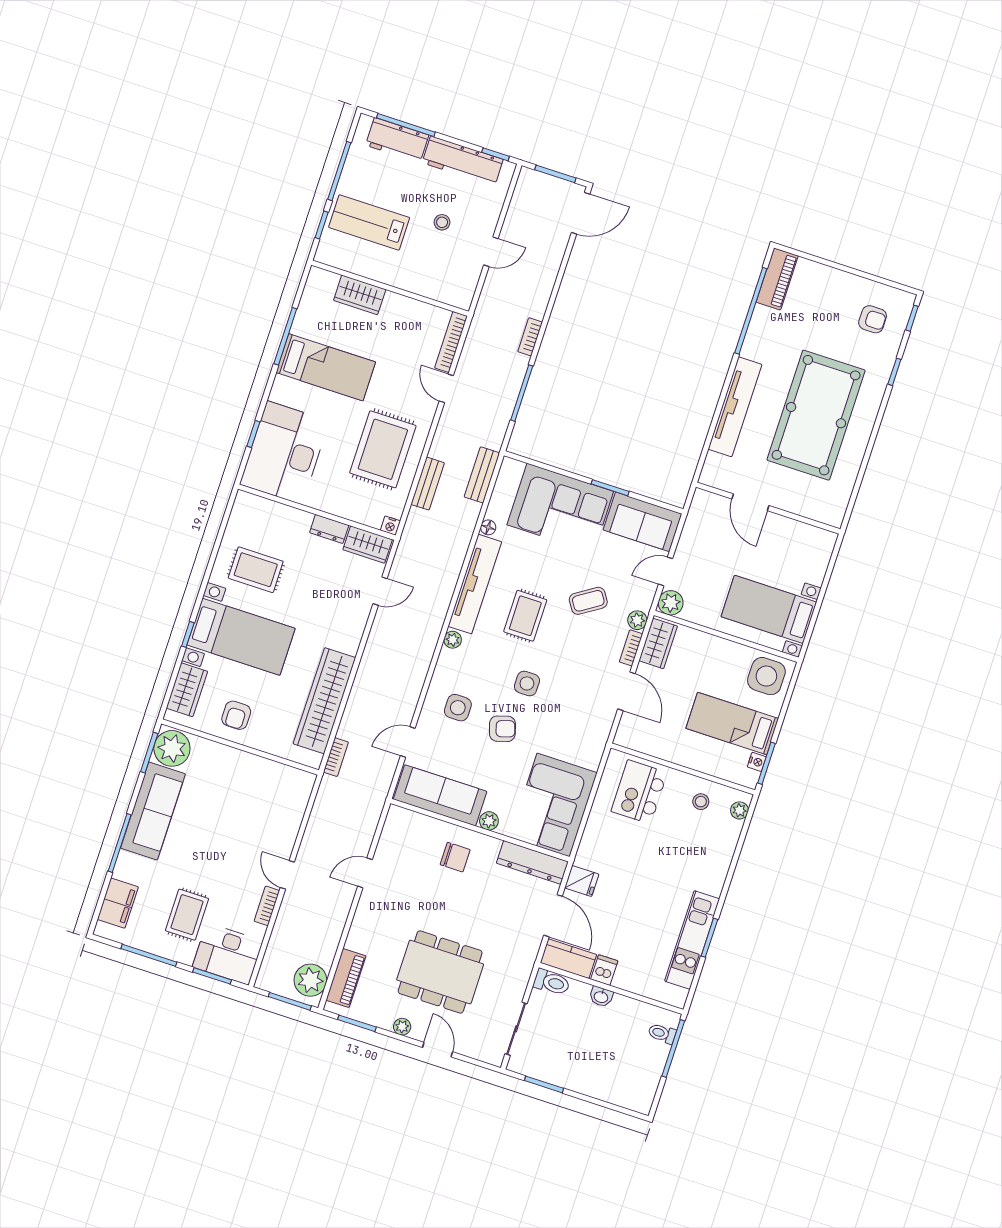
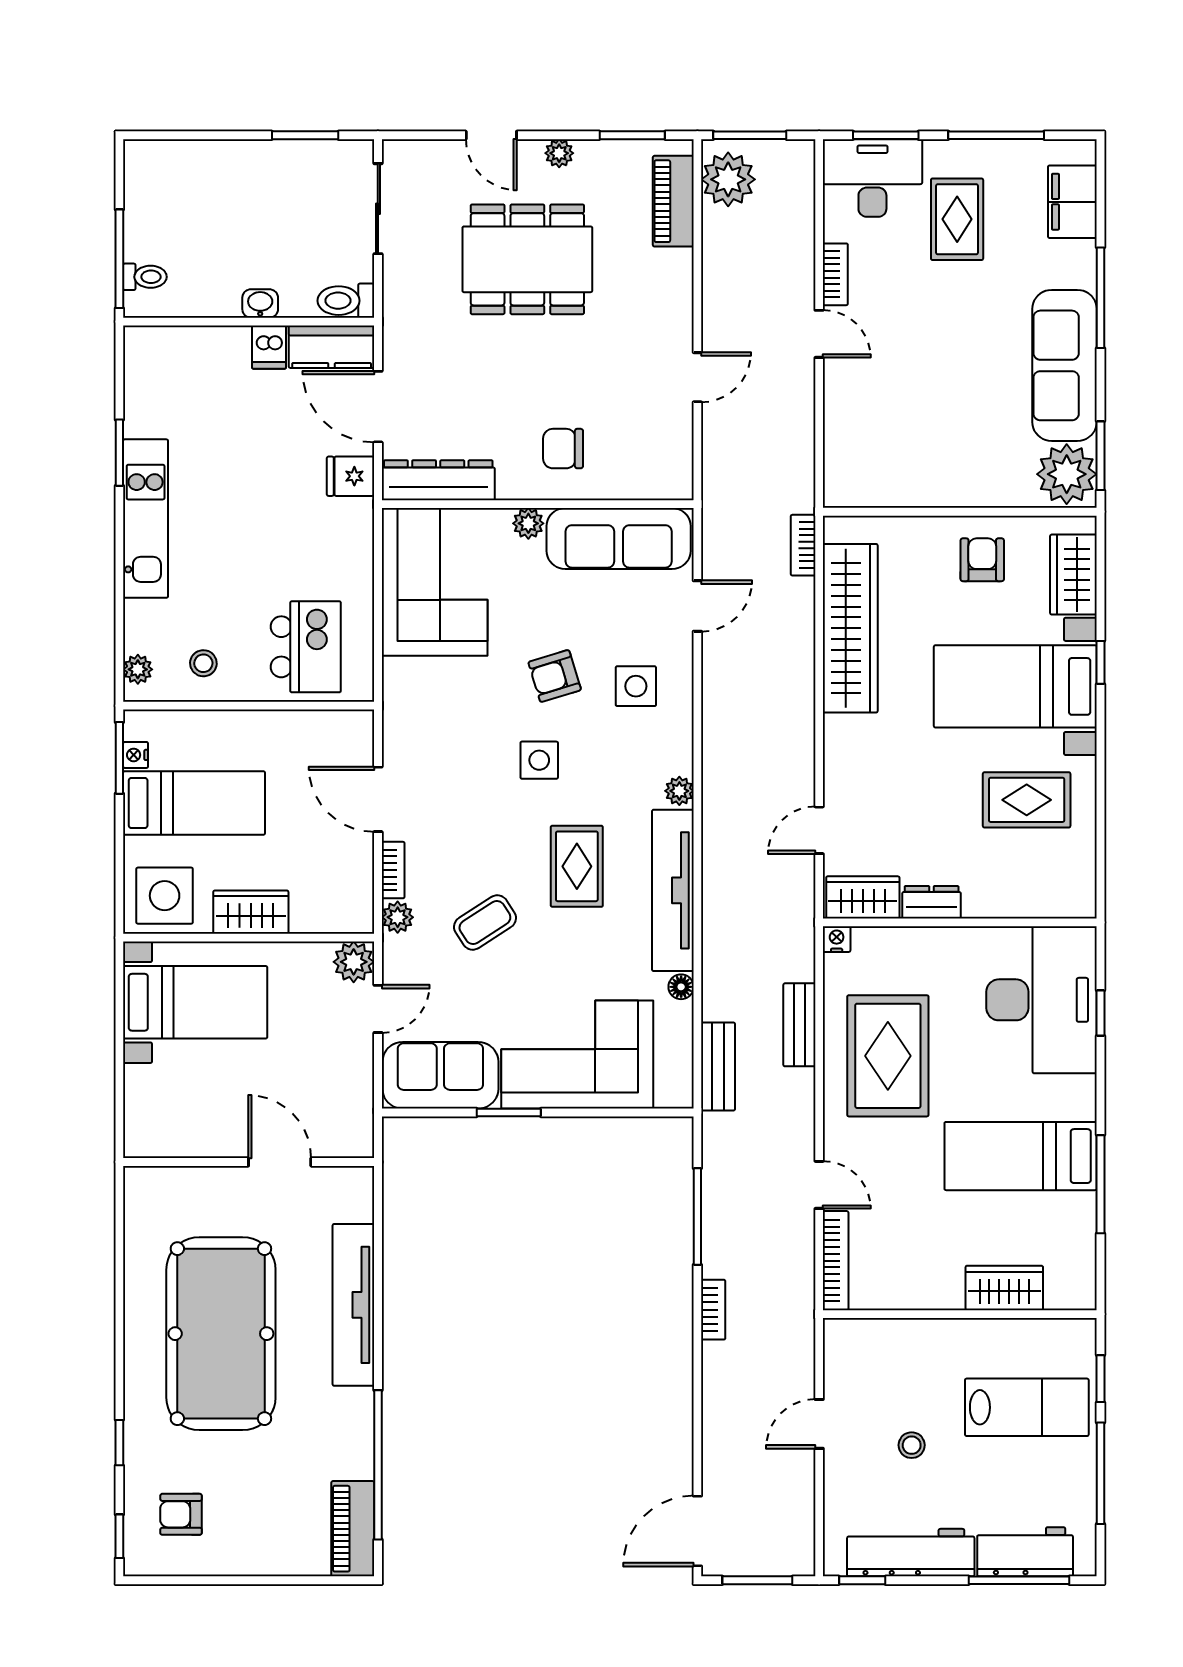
wardrobe: (658, 643) -> (251, 912), moved, turned 90
kitchen unit: (692, 940) -> (146, 519), moved

